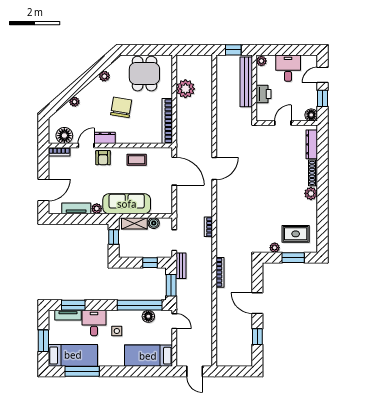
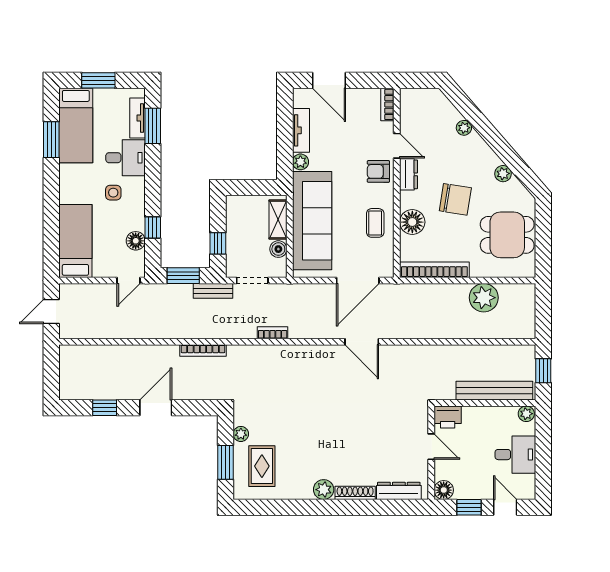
printer: (263, 94) -> (448, 417), moved
floor lamp: (64, 136) -> (412, 222), moved
sofa: (127, 204) -> (312, 221), width x1.36, depth x1.27
window: (114, 237) -> (257, 188), removed
window: (140, 305) -> (153, 228), width x0.32
window: (82, 371) -> (51, 140), width x0.69

